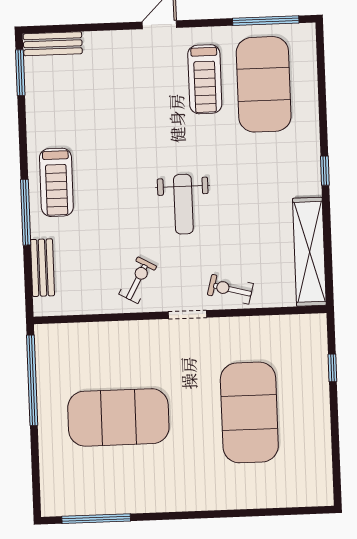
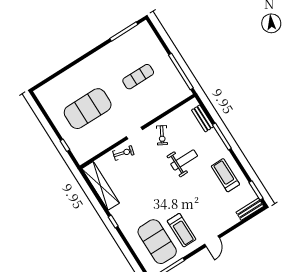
treadmill: (205, 79) -> (182, 230), turned 180
treadmill: (56, 182) -> (225, 175), moved
weight bench: (183, 204) -> (184, 160), moved, turned 90
exercise mat: (249, 412) -> (88, 109), turned 90
exercise mat: (118, 417) -> (138, 77), width x0.50, depth x0.69

